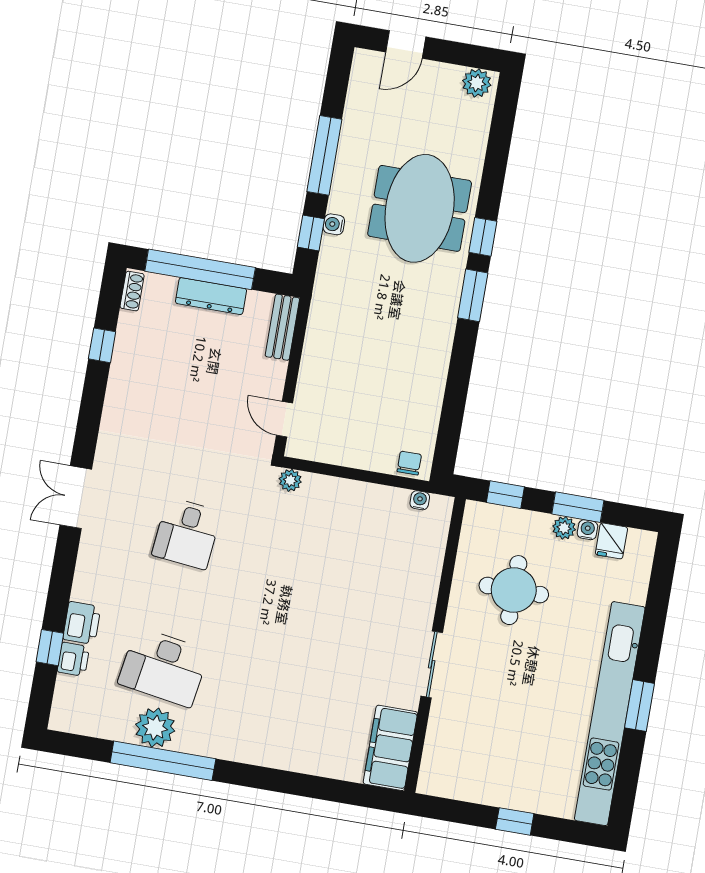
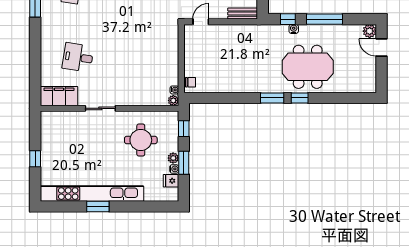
plant: (477, 83) -> (370, 31), moved
plant: (290, 480) -> (173, 100), moved
desk: (315, 693) -> (78, 57), added

